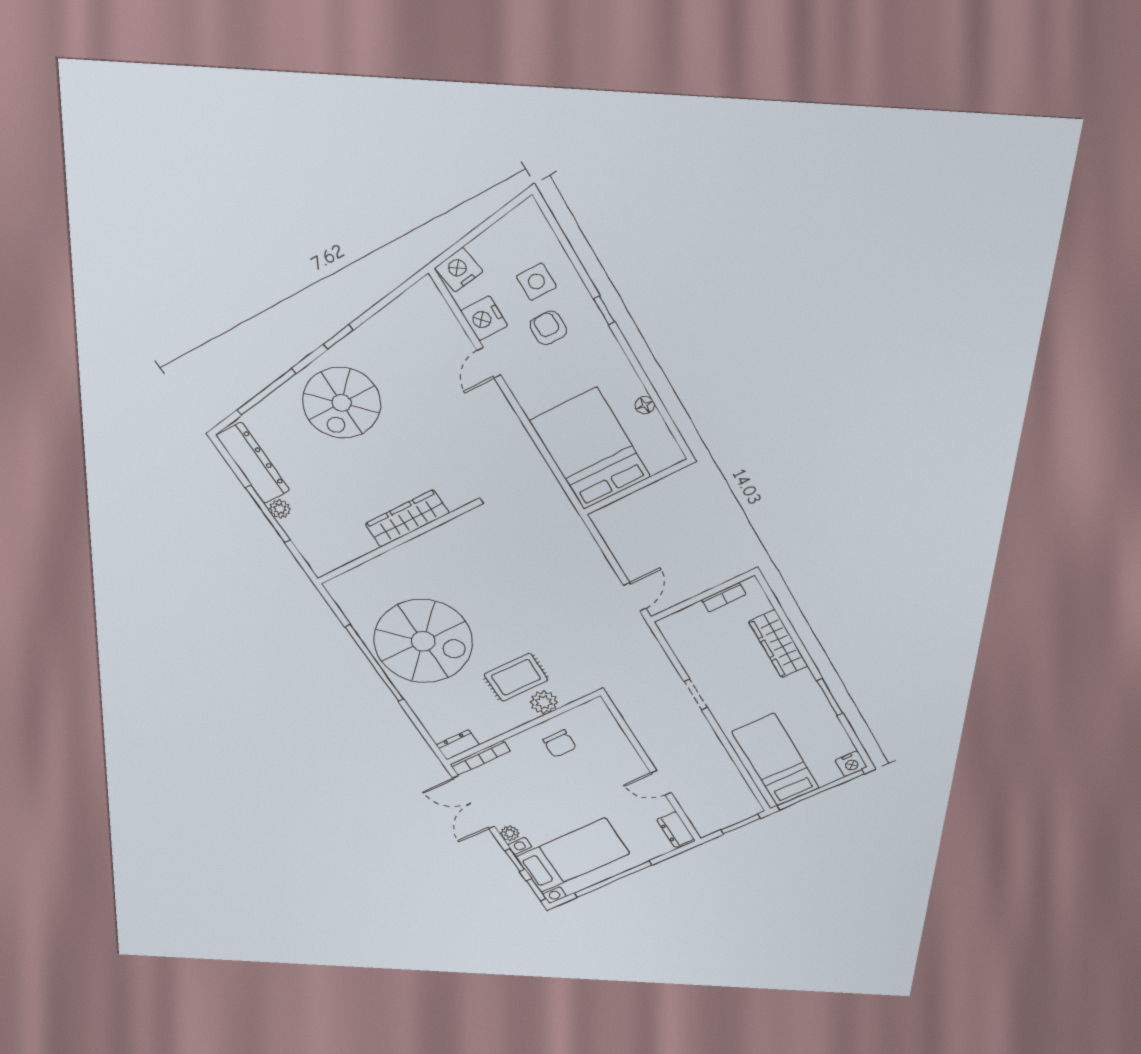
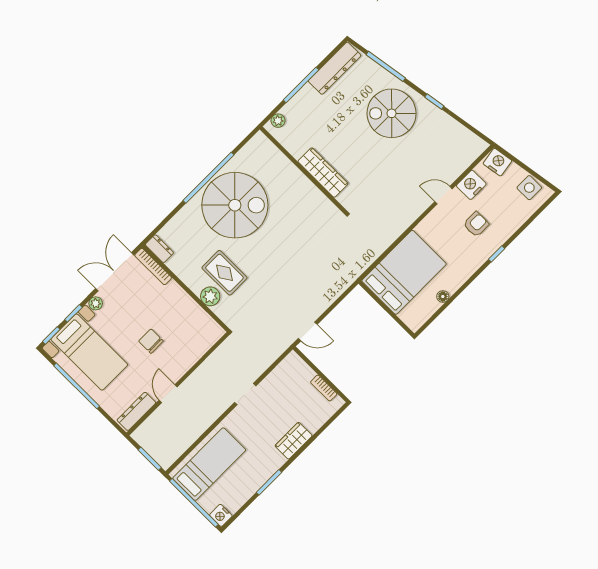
side table: (536, 282) -> (529, 188), moved
plant: (280, 509) -> (278, 121), moved
spiral stairs: (423, 641) -> (235, 205), turned -90
wardrobe: (778, 644) -> (294, 441), width x0.67
chair: (560, 744) -> (151, 341), moved, turned 90
dresser: (675, 830) -> (136, 411), width x1.44

